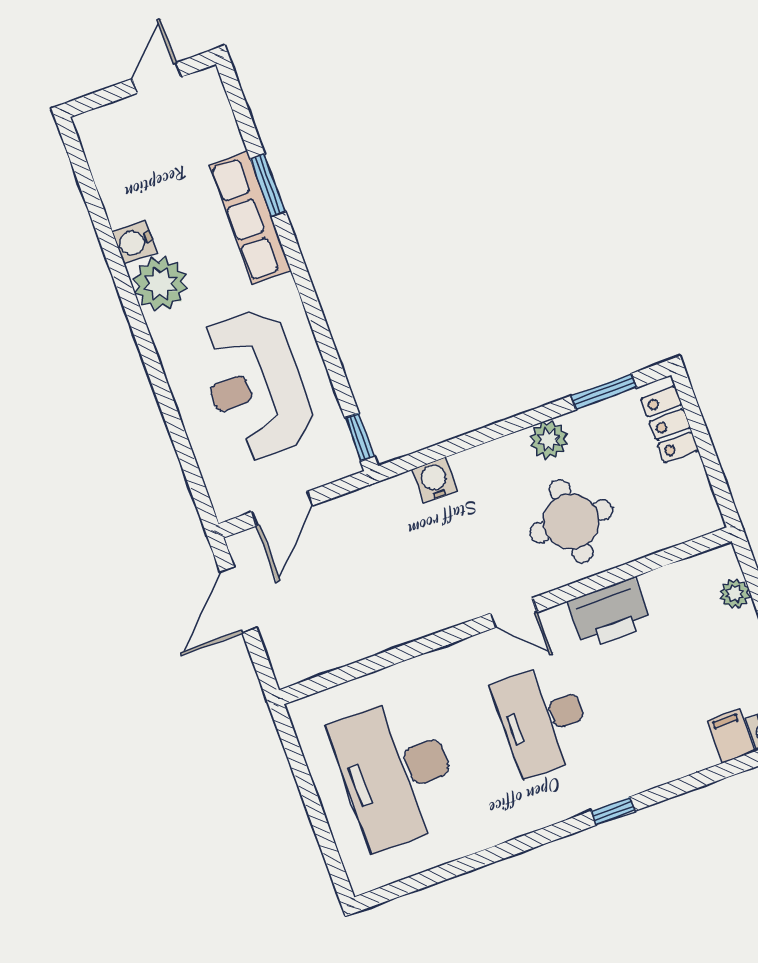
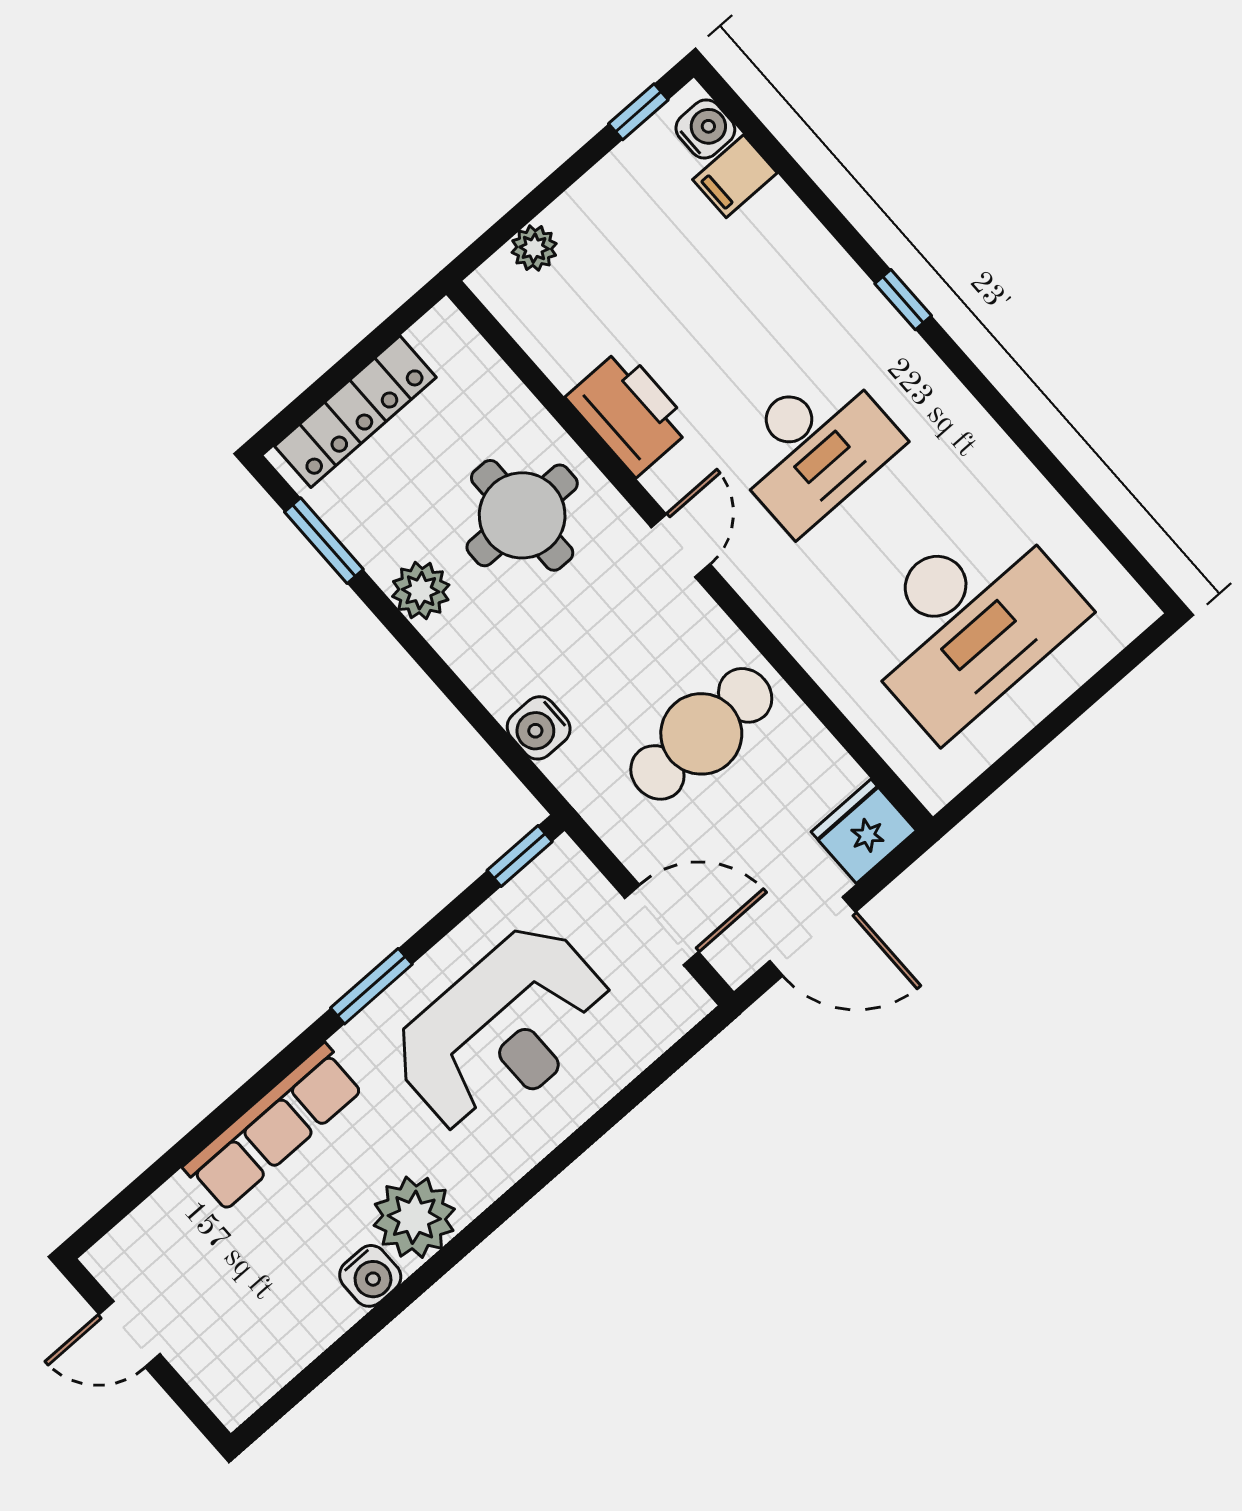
window: (268, 185) -> (371, 986), moved
locker: (670, 424) -> (355, 412), width x1.53
cafe table: (392, 580) -> (701, 734), added
fridge: (291, 657) -> (864, 831), added

